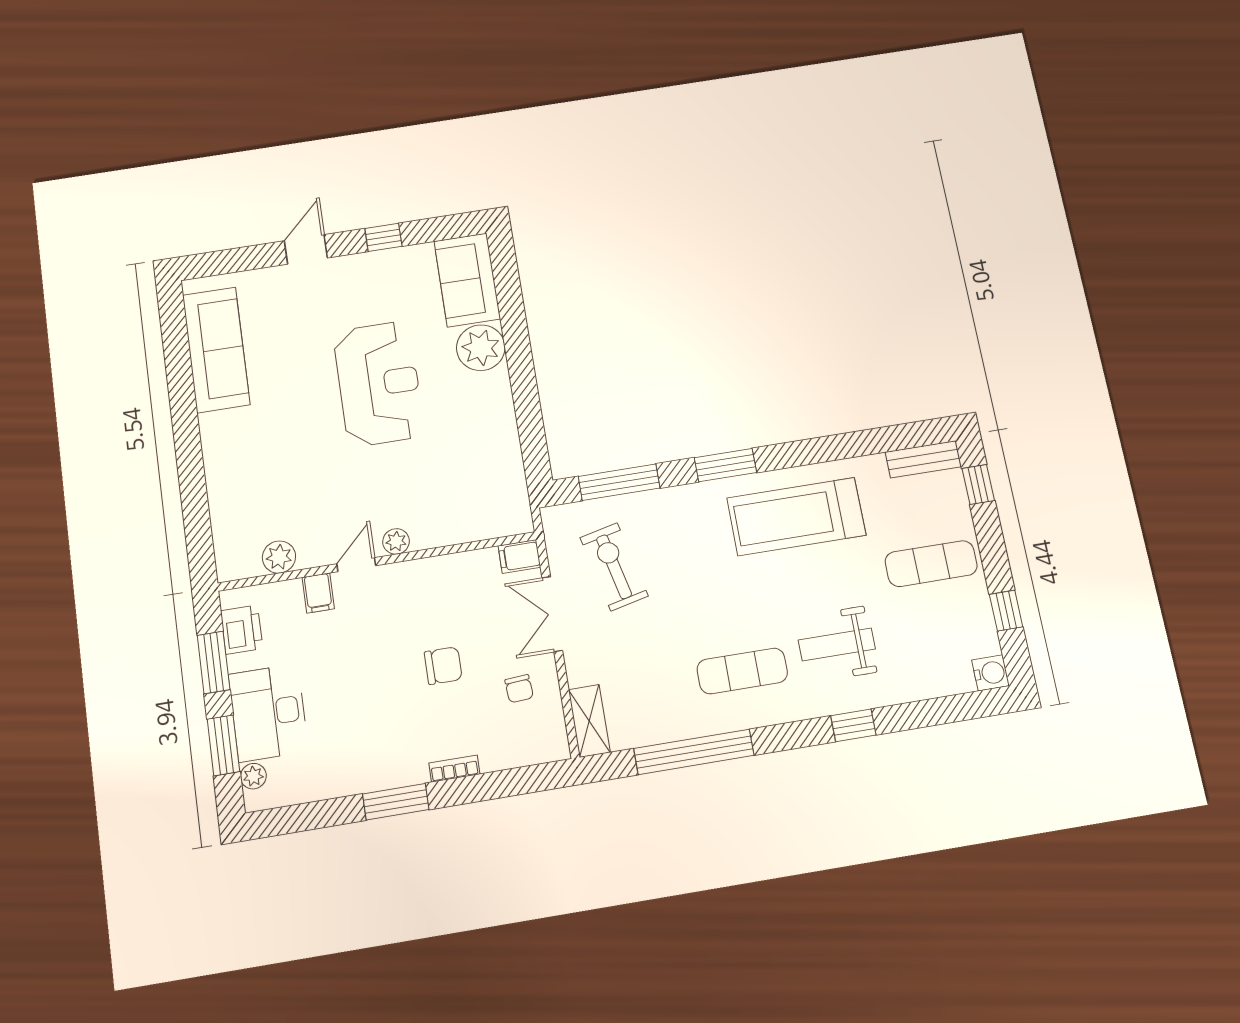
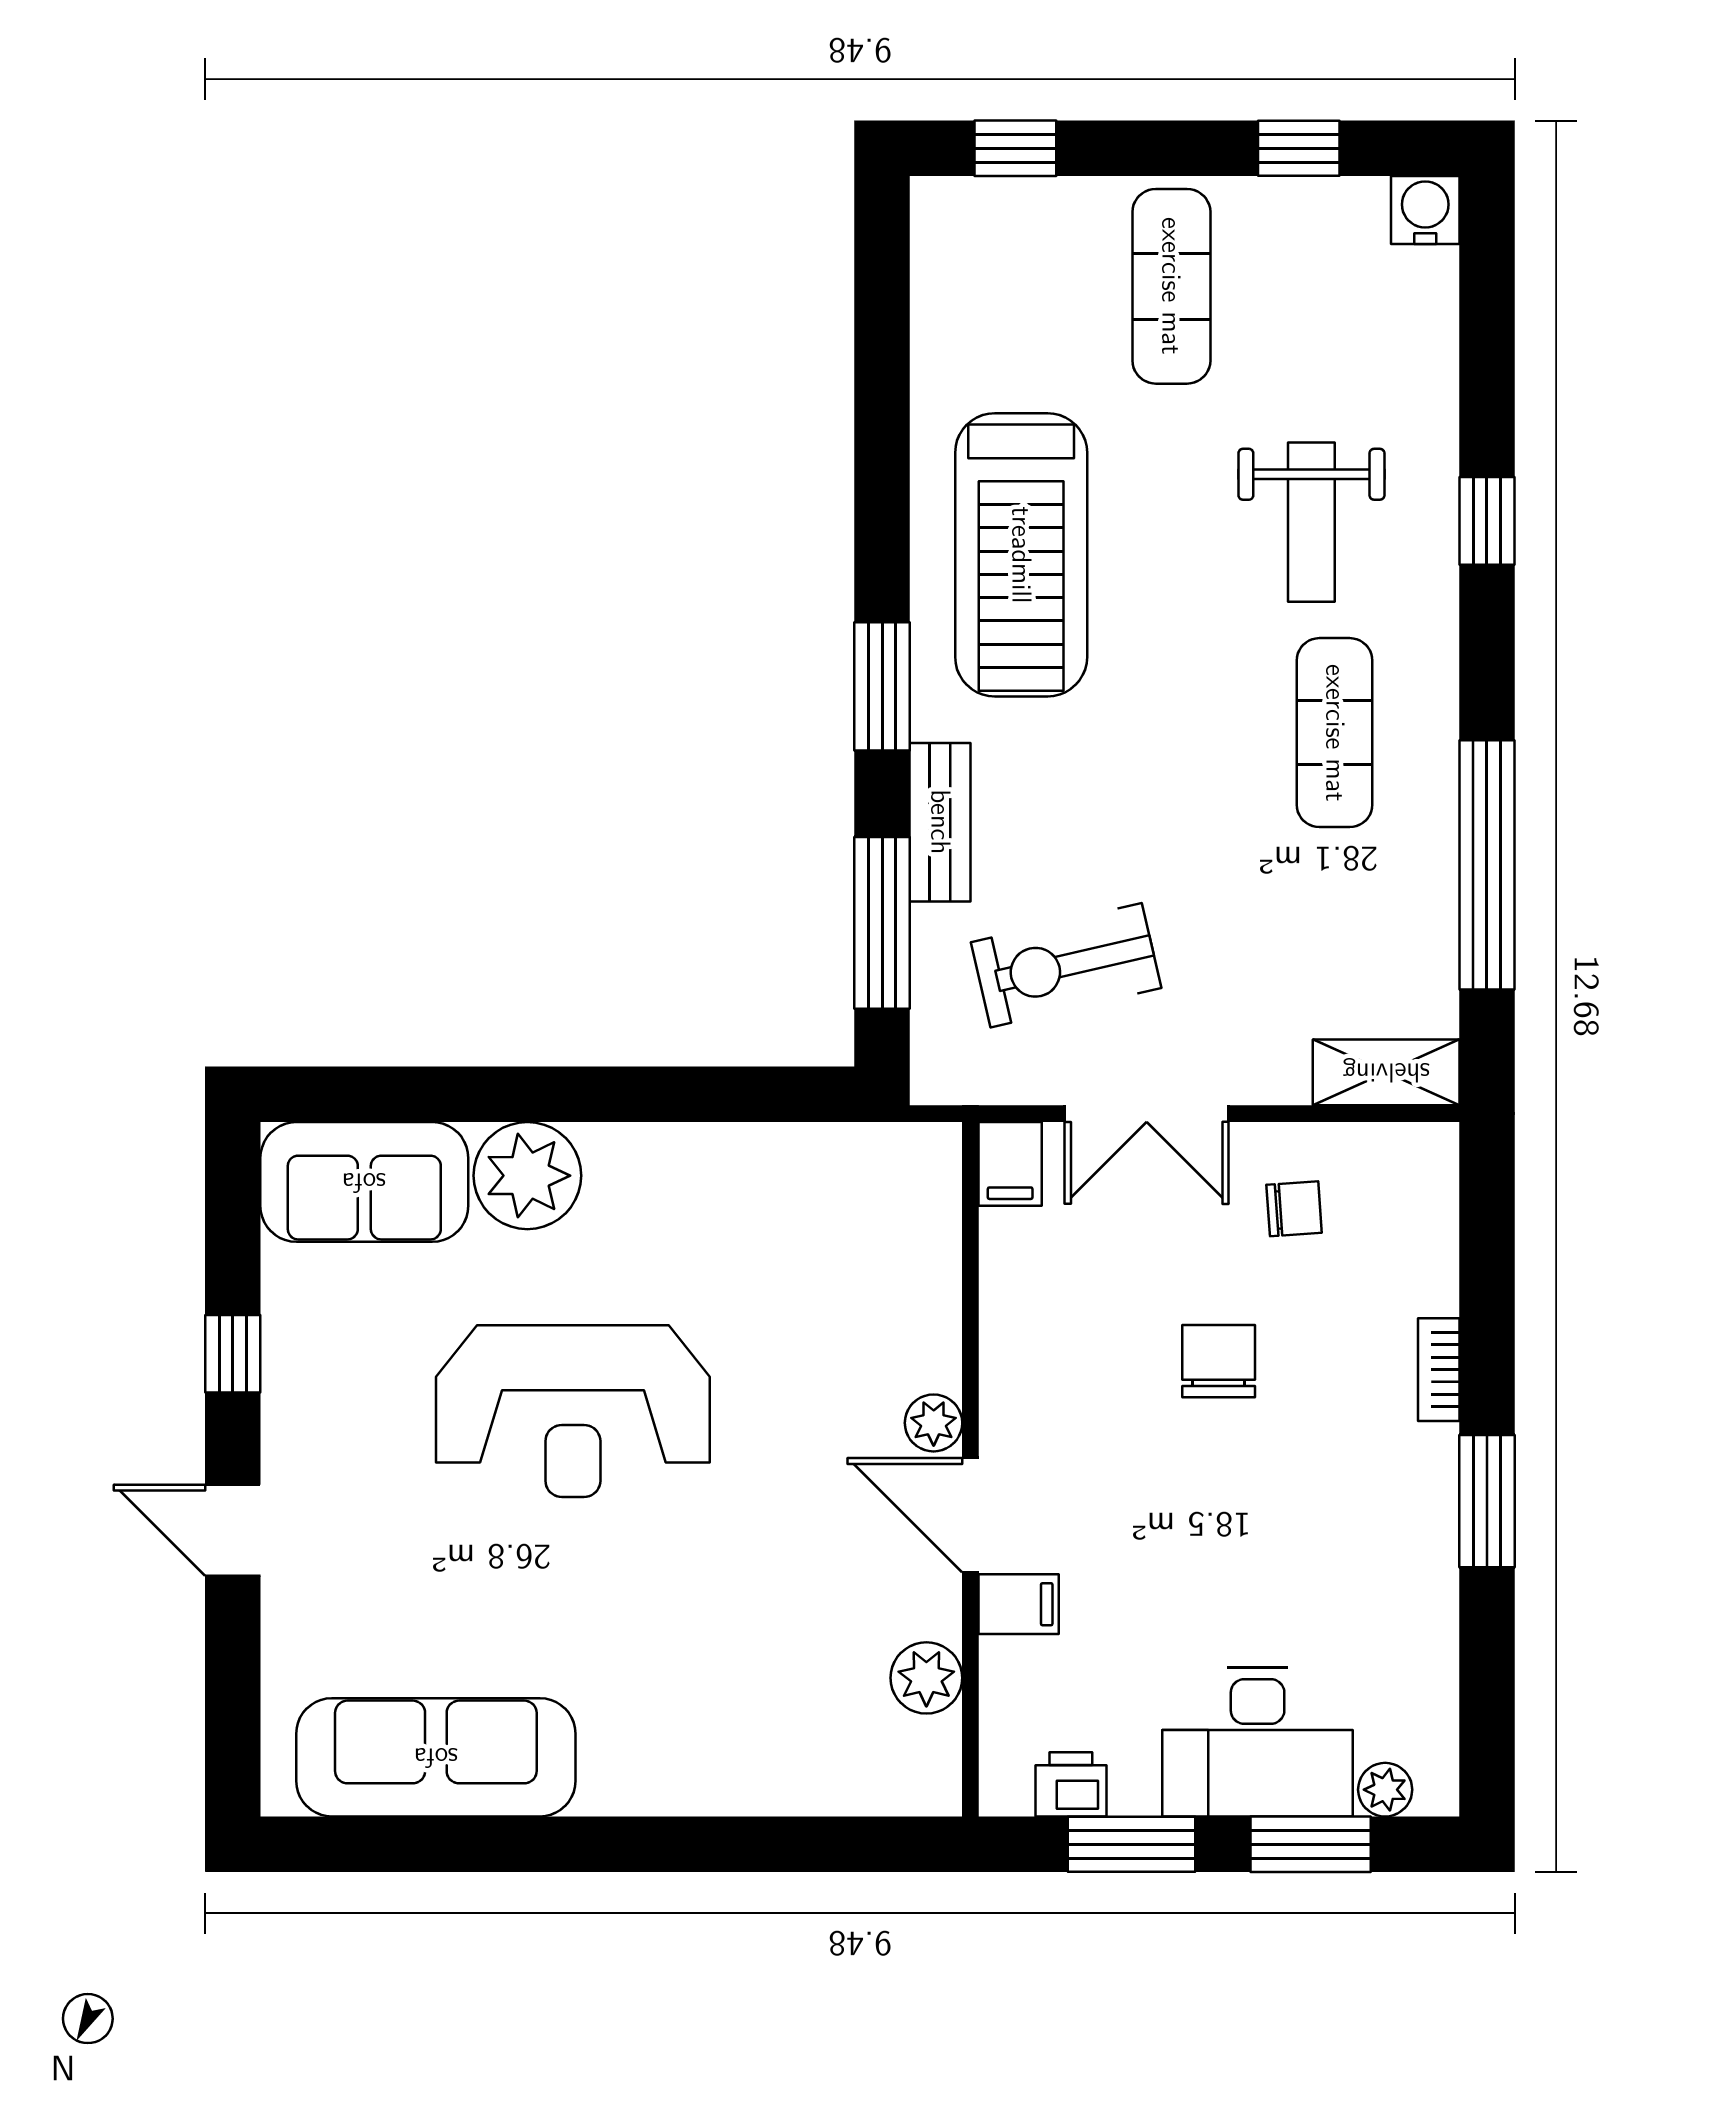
reception desk: (379, 384) -> (573, 1411), turned 180
bench: (923, 459) -> (940, 822), moved
door: (356, 565) -> (970, 1515), width x1.38
printer: (242, 630) -> (1071, 1784), width x0.73, depth x0.81

